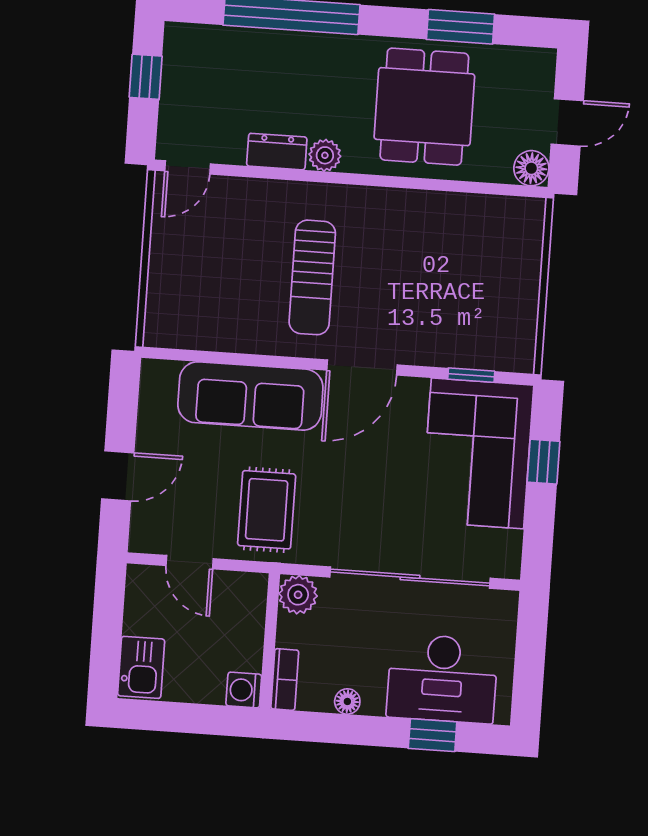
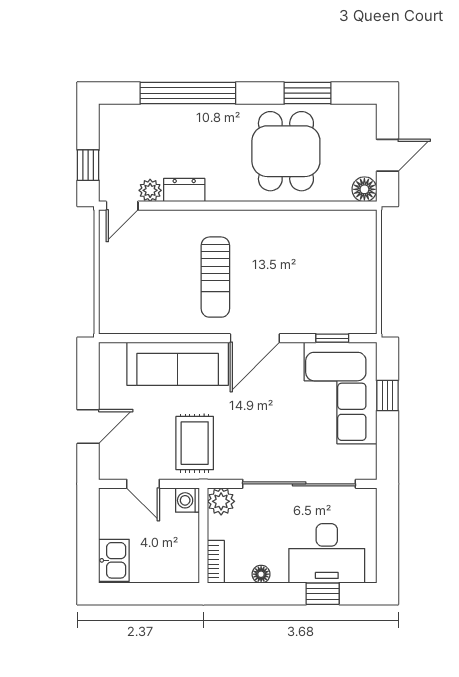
window: (146, 77) -> (88, 165), moved
plant: (325, 155) -> (150, 190), moved
washing machine: (244, 690) -> (187, 500), moved

